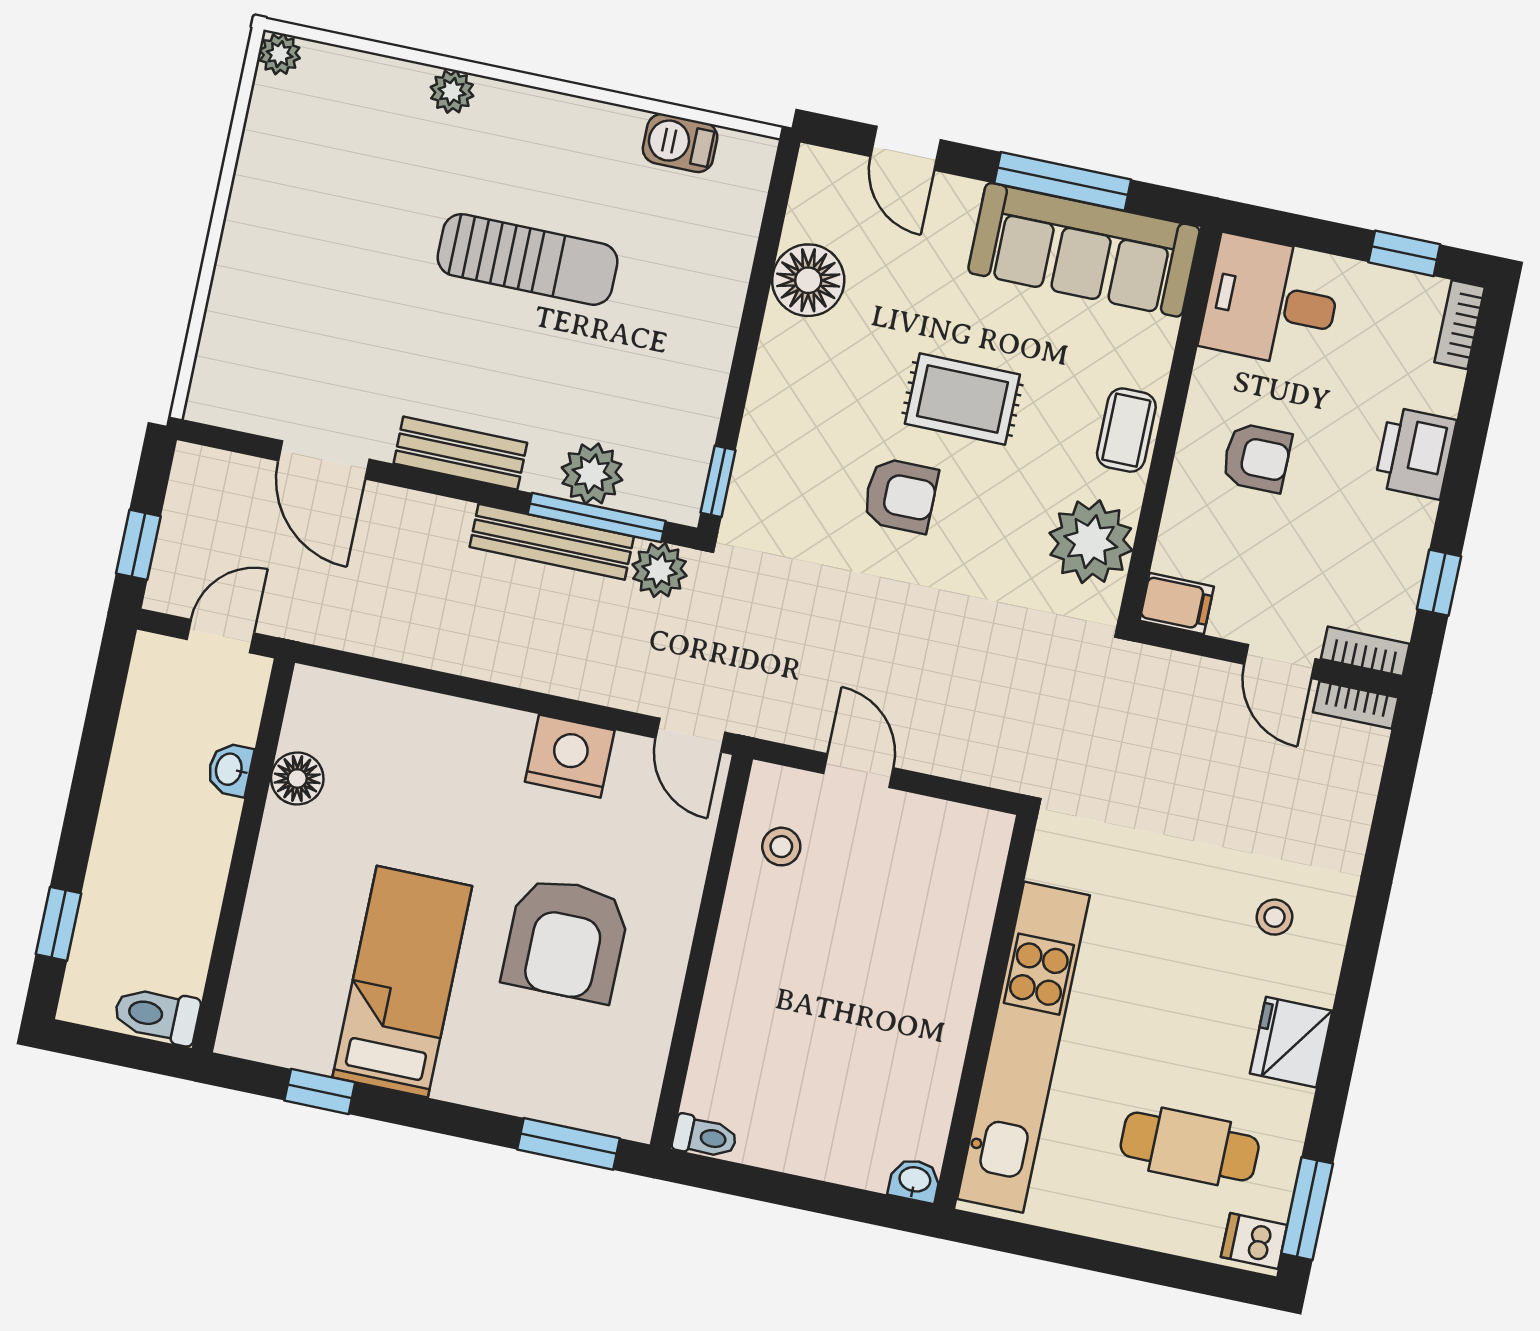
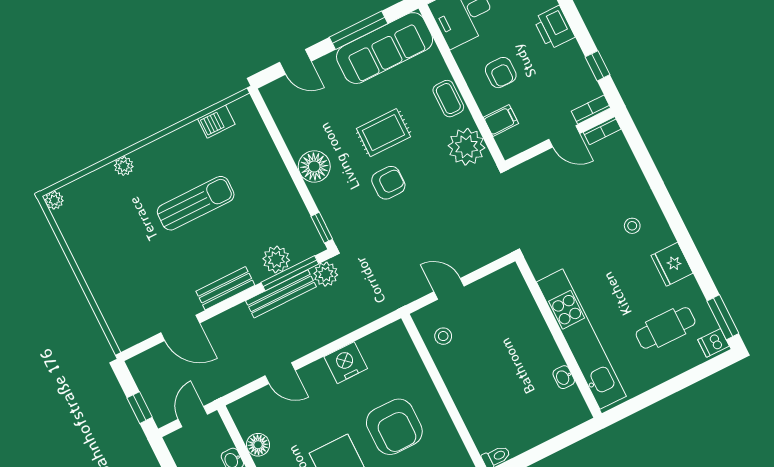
floor lamp: (808, 280) -> (314, 166), moved
armchair: (1257, 458) -> (501, 73), turned 90
filing cabinet: (1177, 604) -> (501, 120), moved
door: (690, 735) -> (280, 373), moved
washbasin: (915, 1180) -> (564, 377), moved, turned -90

